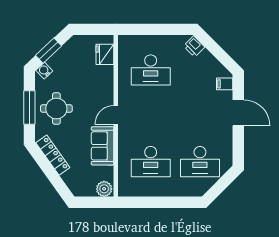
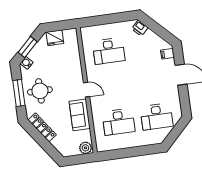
fridge: (105, 54) -> (55, 38), moved, turned -90
door: (116, 115) -> (87, 90), swing flipped

